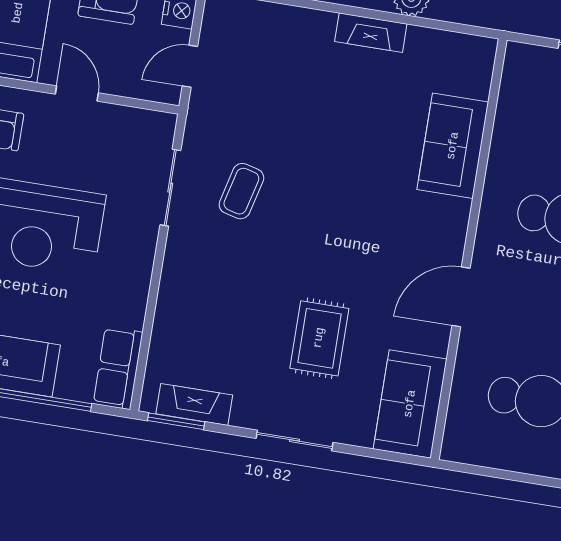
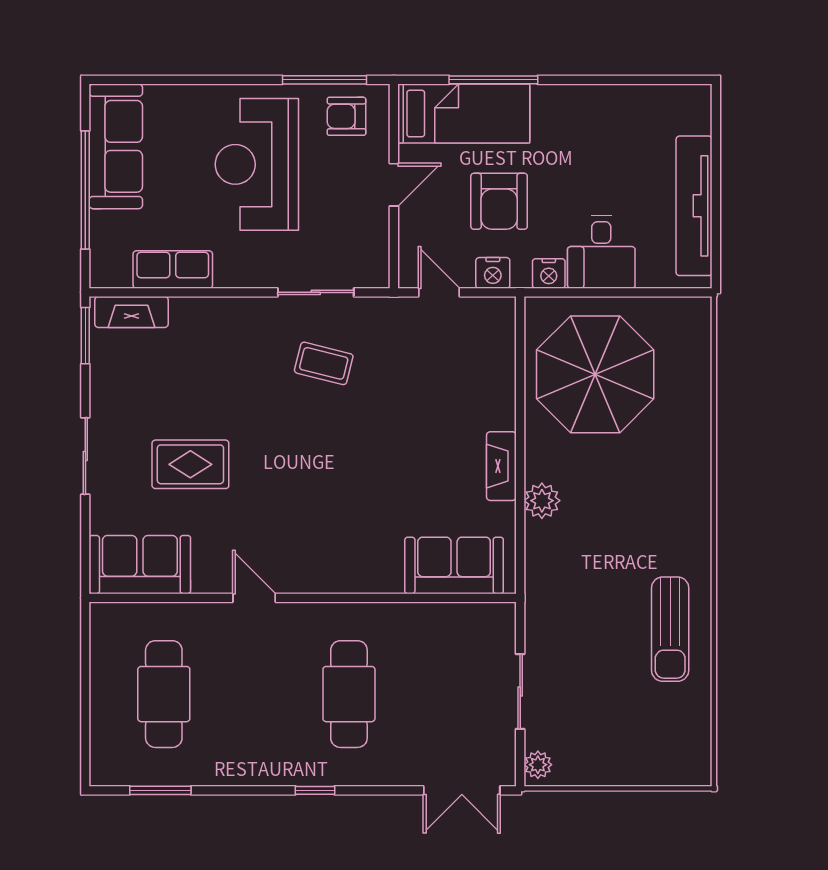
sofa: (453, 146) -> (454, 565), moved
door: (461, 297) -> (254, 598), width x0.73
row of seats: (118, 368) -> (173, 270), moved
fireplace: (194, 404) -> (131, 312), moved, turned 90

